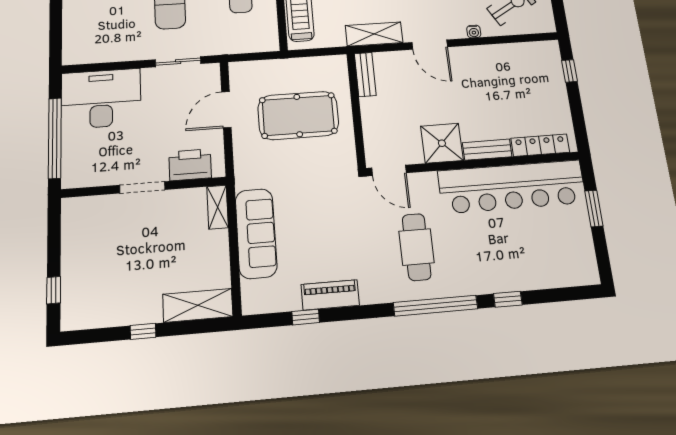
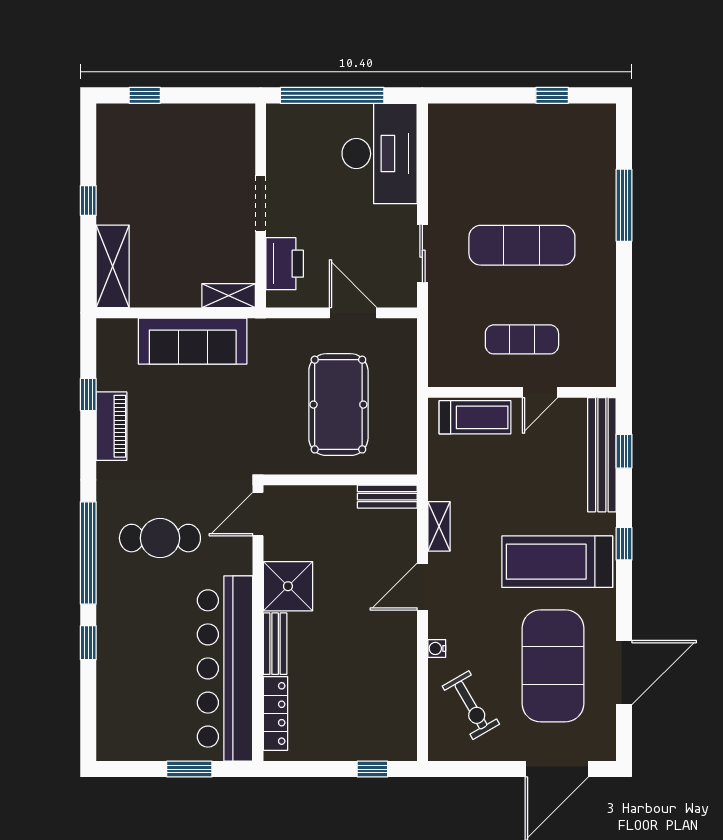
shelving: (374, 34) -> (439, 526), width x0.67, depth x0.75

